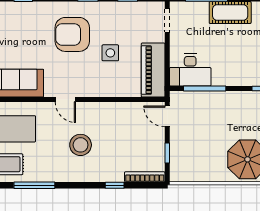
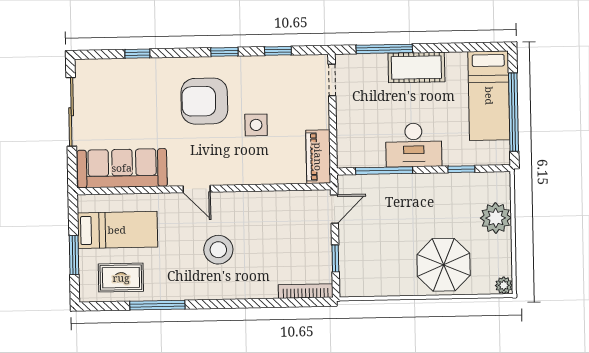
piano: (153, 70) -> (318, 157), width x0.73, depth x0.75
desk: (190, 70) -> (414, 145), moved
door: (167, 116) -> (334, 209), swing flipped
window: (115, 185) -> (265, 303), removed

